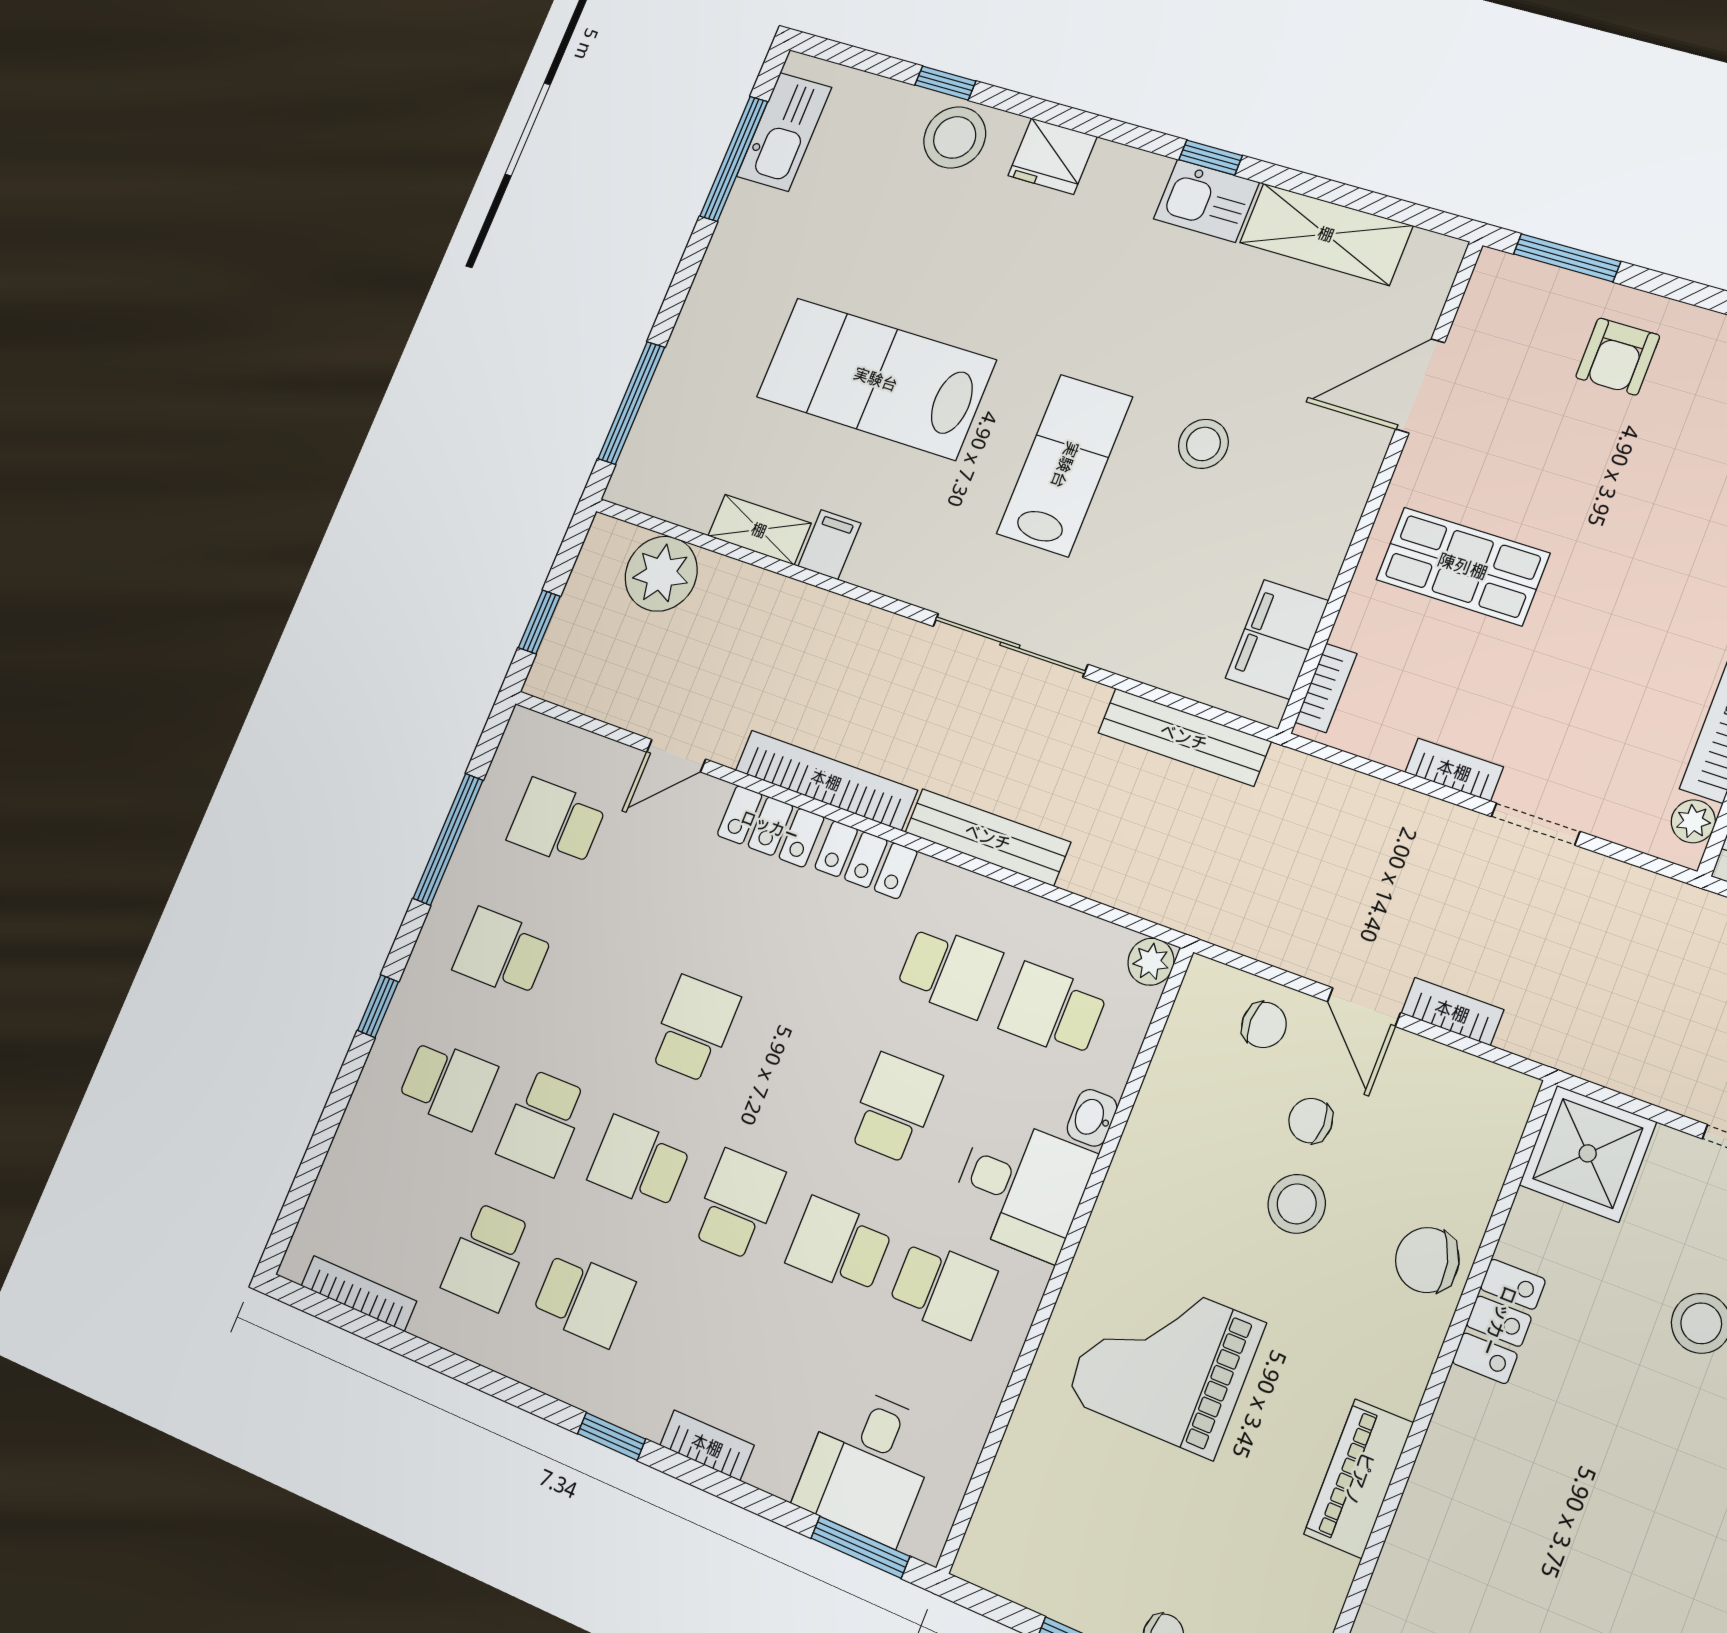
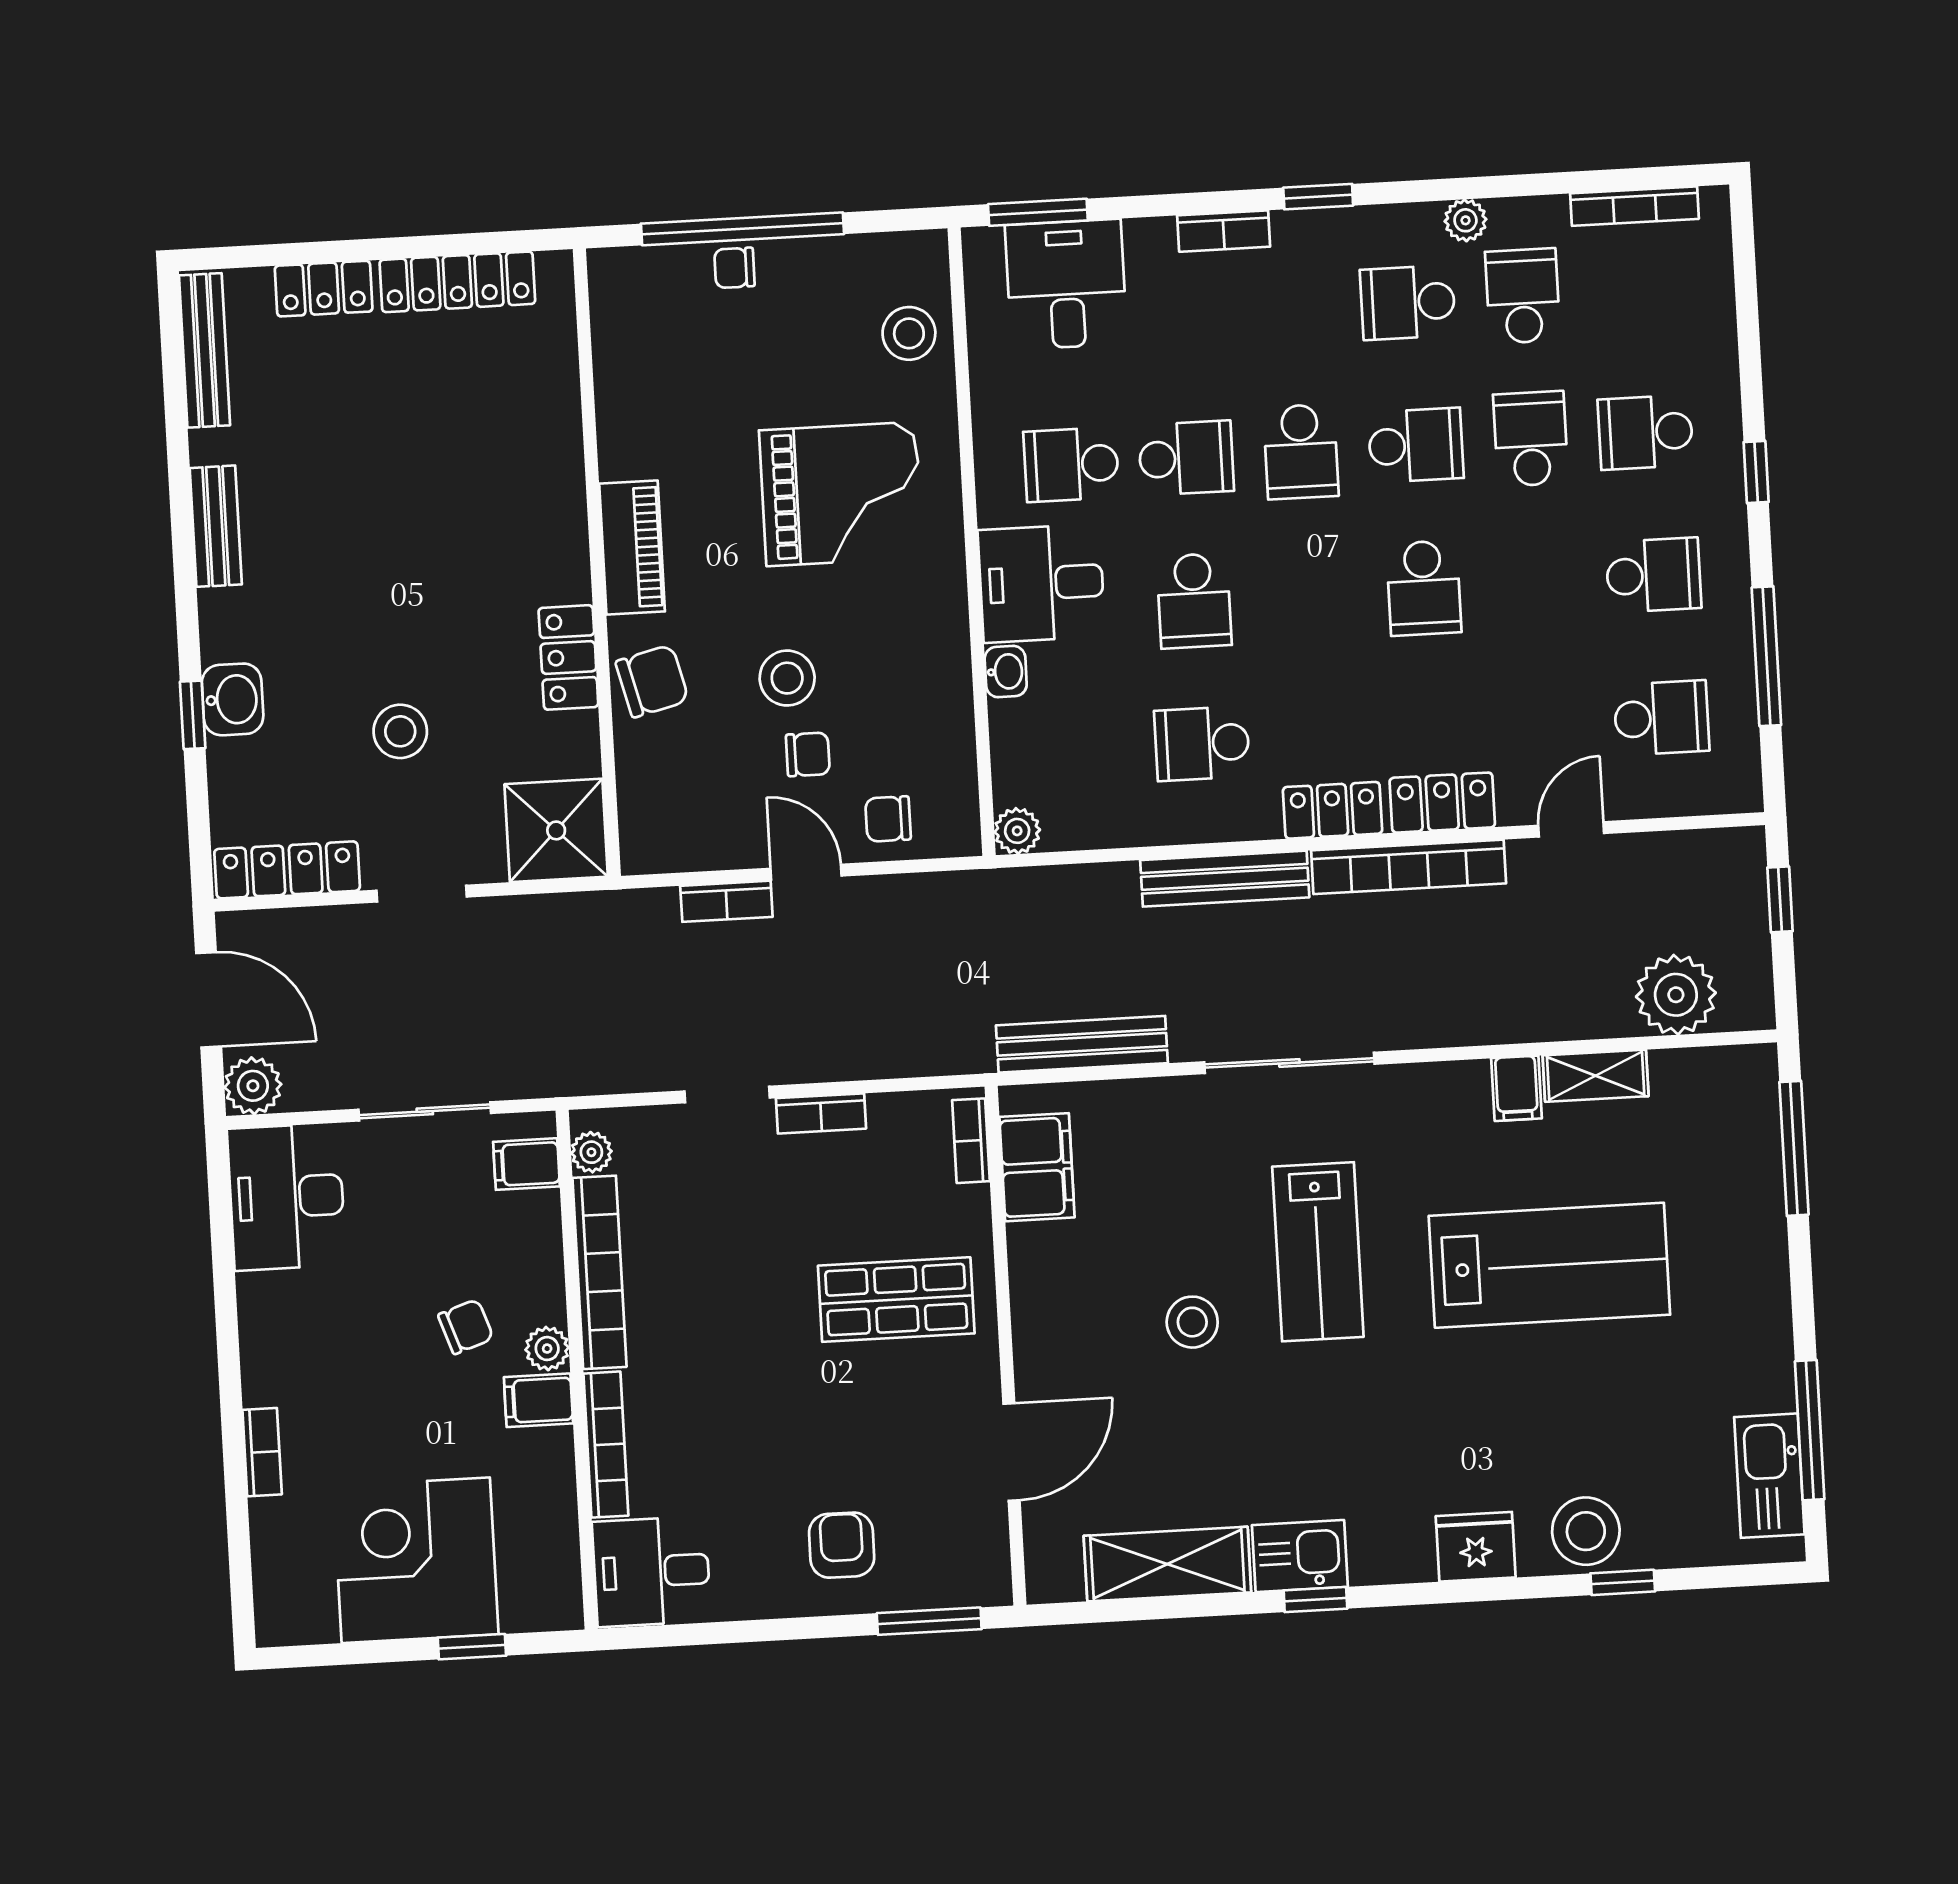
school desk: (1053, 1010) -> (1087, 750), removed
plant: (500, 1351) -> (1465, 220), added
piano: (1359, 1479) -> (632, 548), moved
stool: (1031, 1488) -> (909, 333), added

